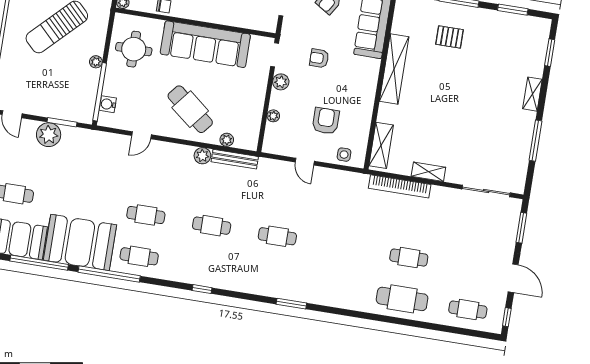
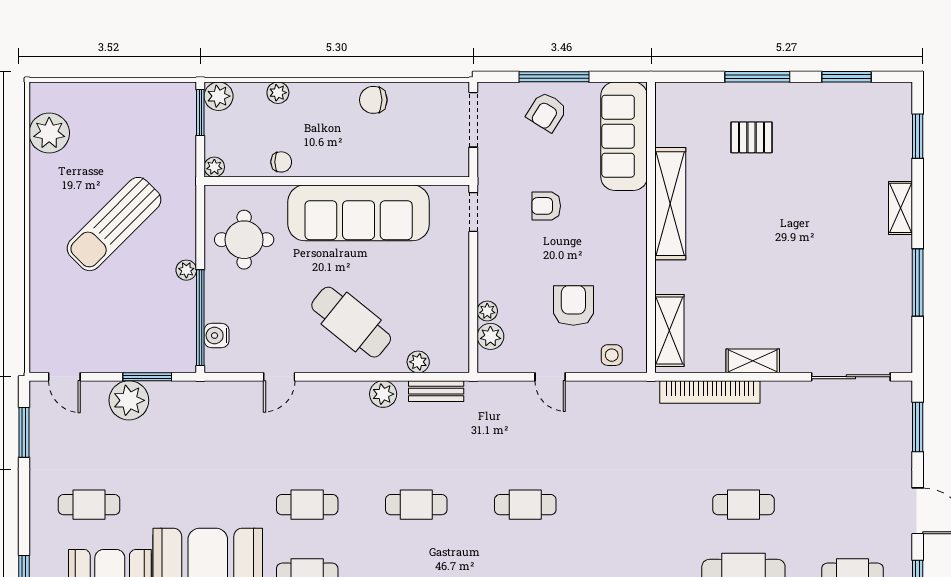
plant: (281, 82) -> (490, 336), moved
bench: (235, 159) -> (436, 391), width x0.73

